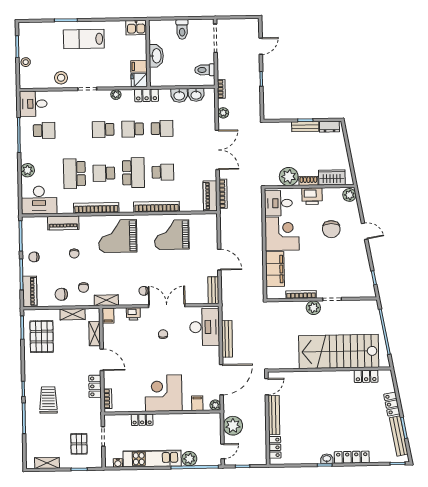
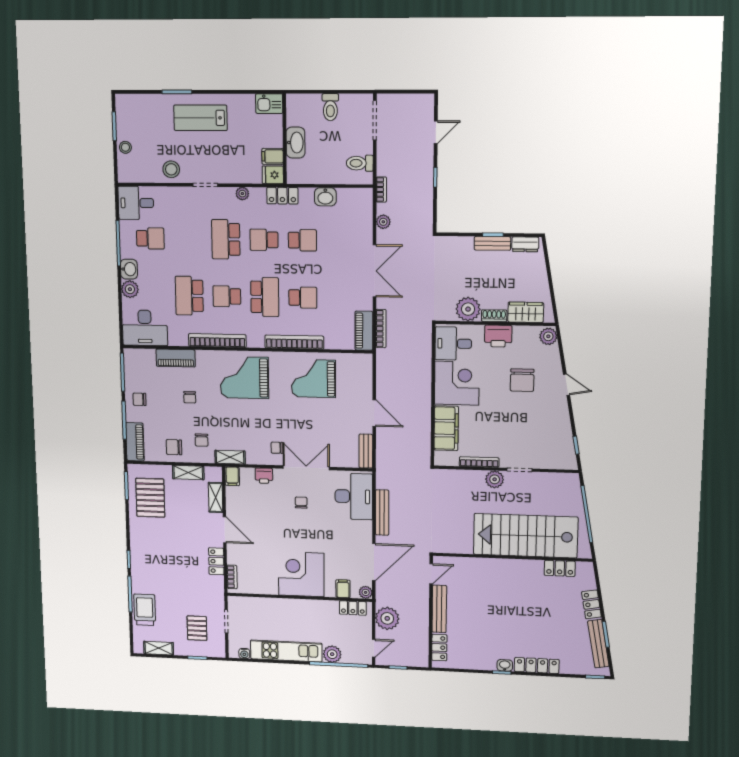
washbasin: (196, 95) -> (129, 269), moved, turned -90
school desk: (103, 129) -> (226, 239), width x1.85
trolley: (48, 400) -> (145, 610), moved
locker: (142, 420) -> (353, 608), moved

